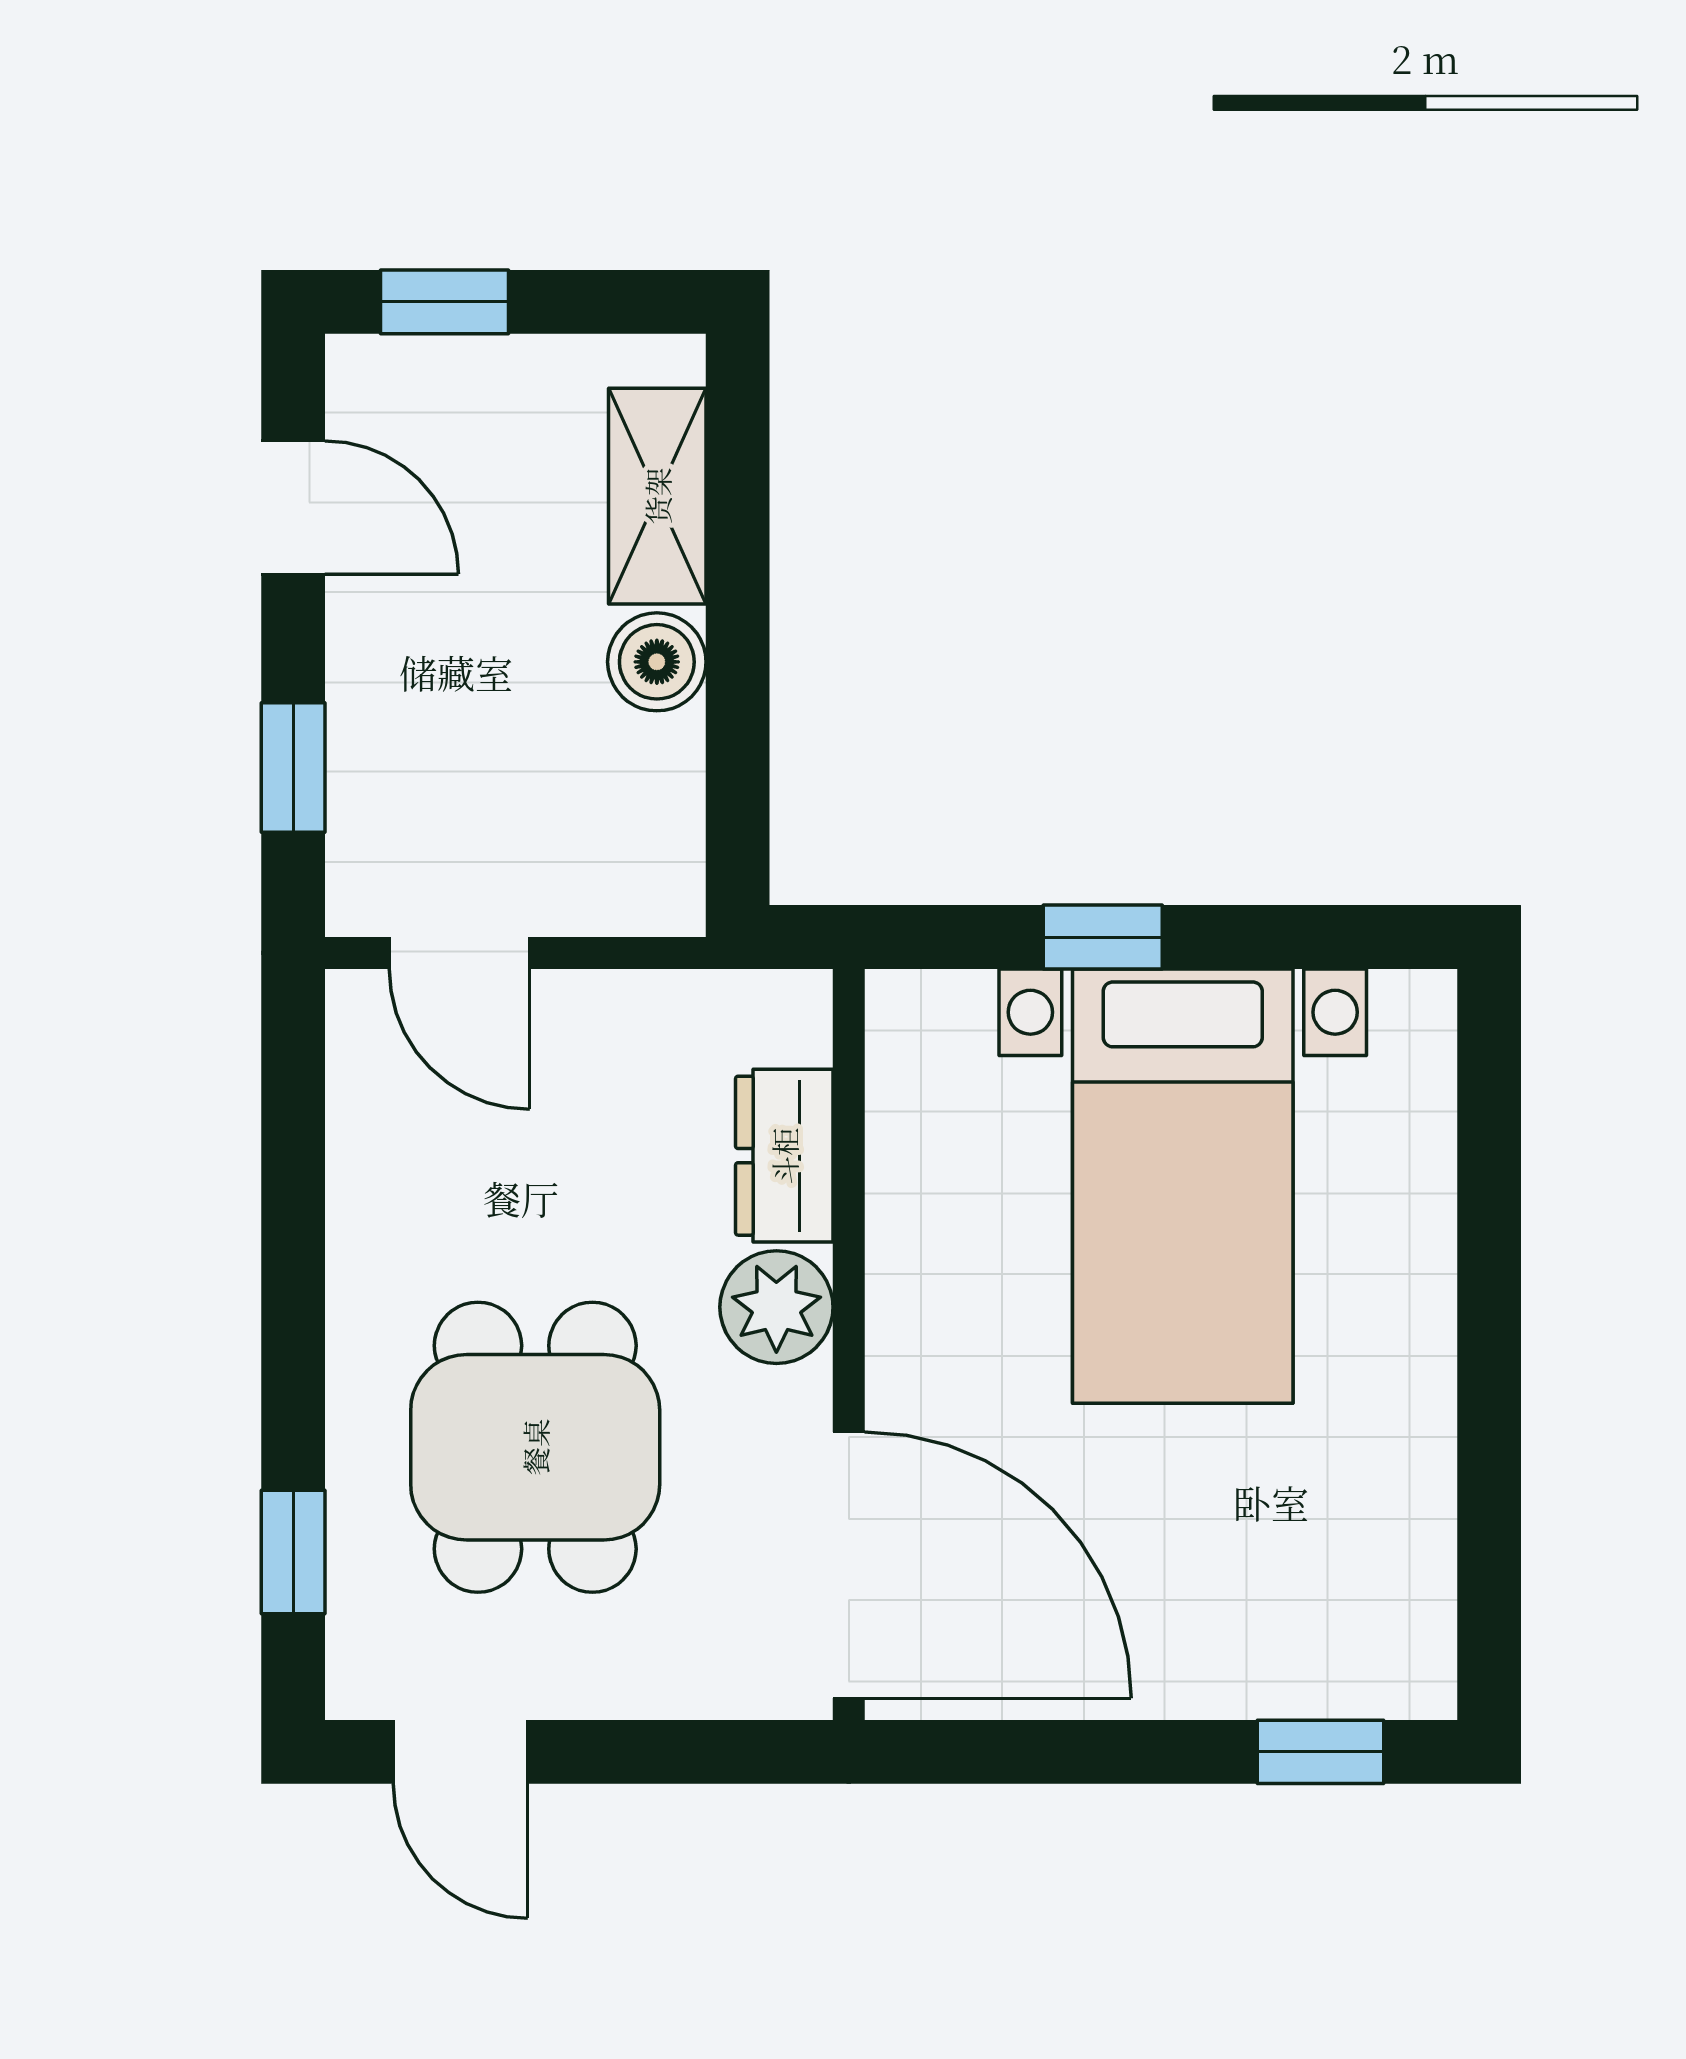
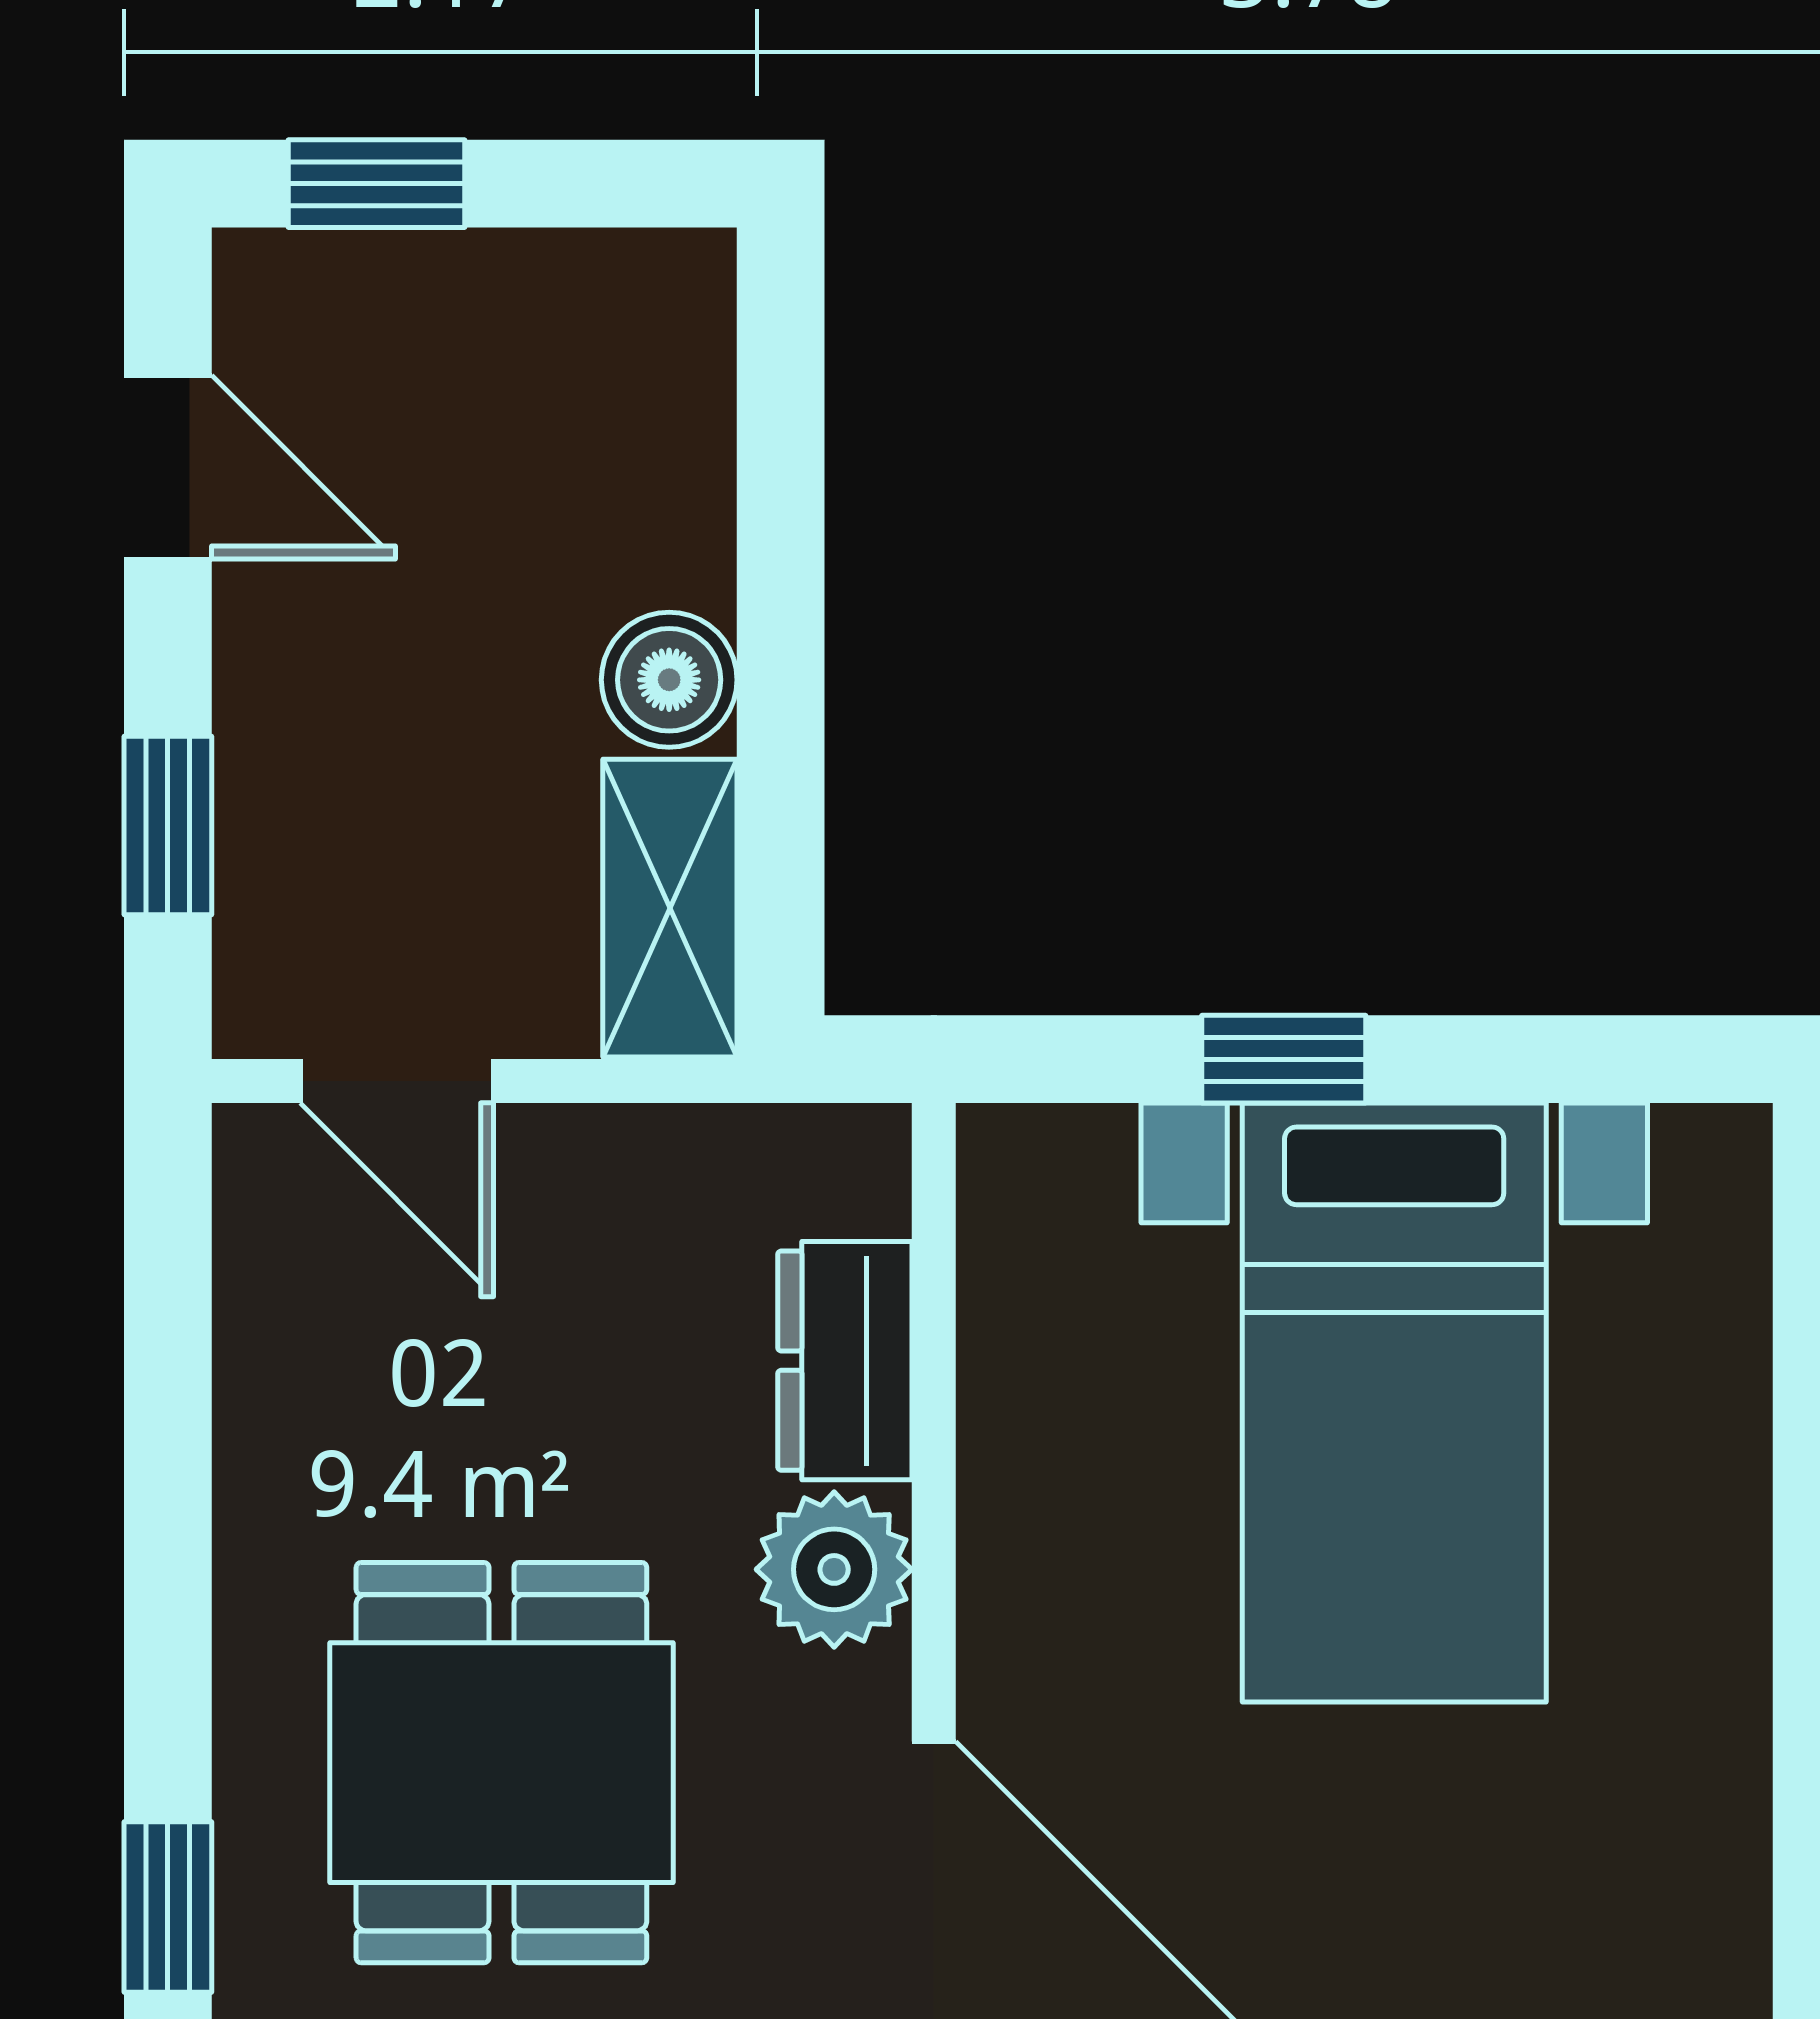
shelving: (657, 496) -> (670, 908), moved

